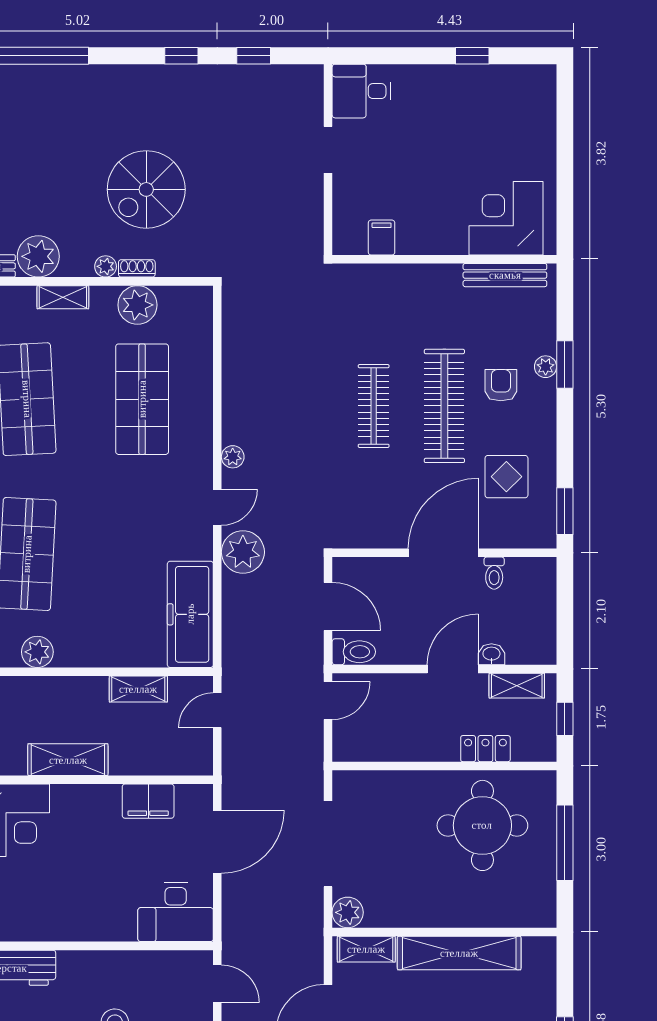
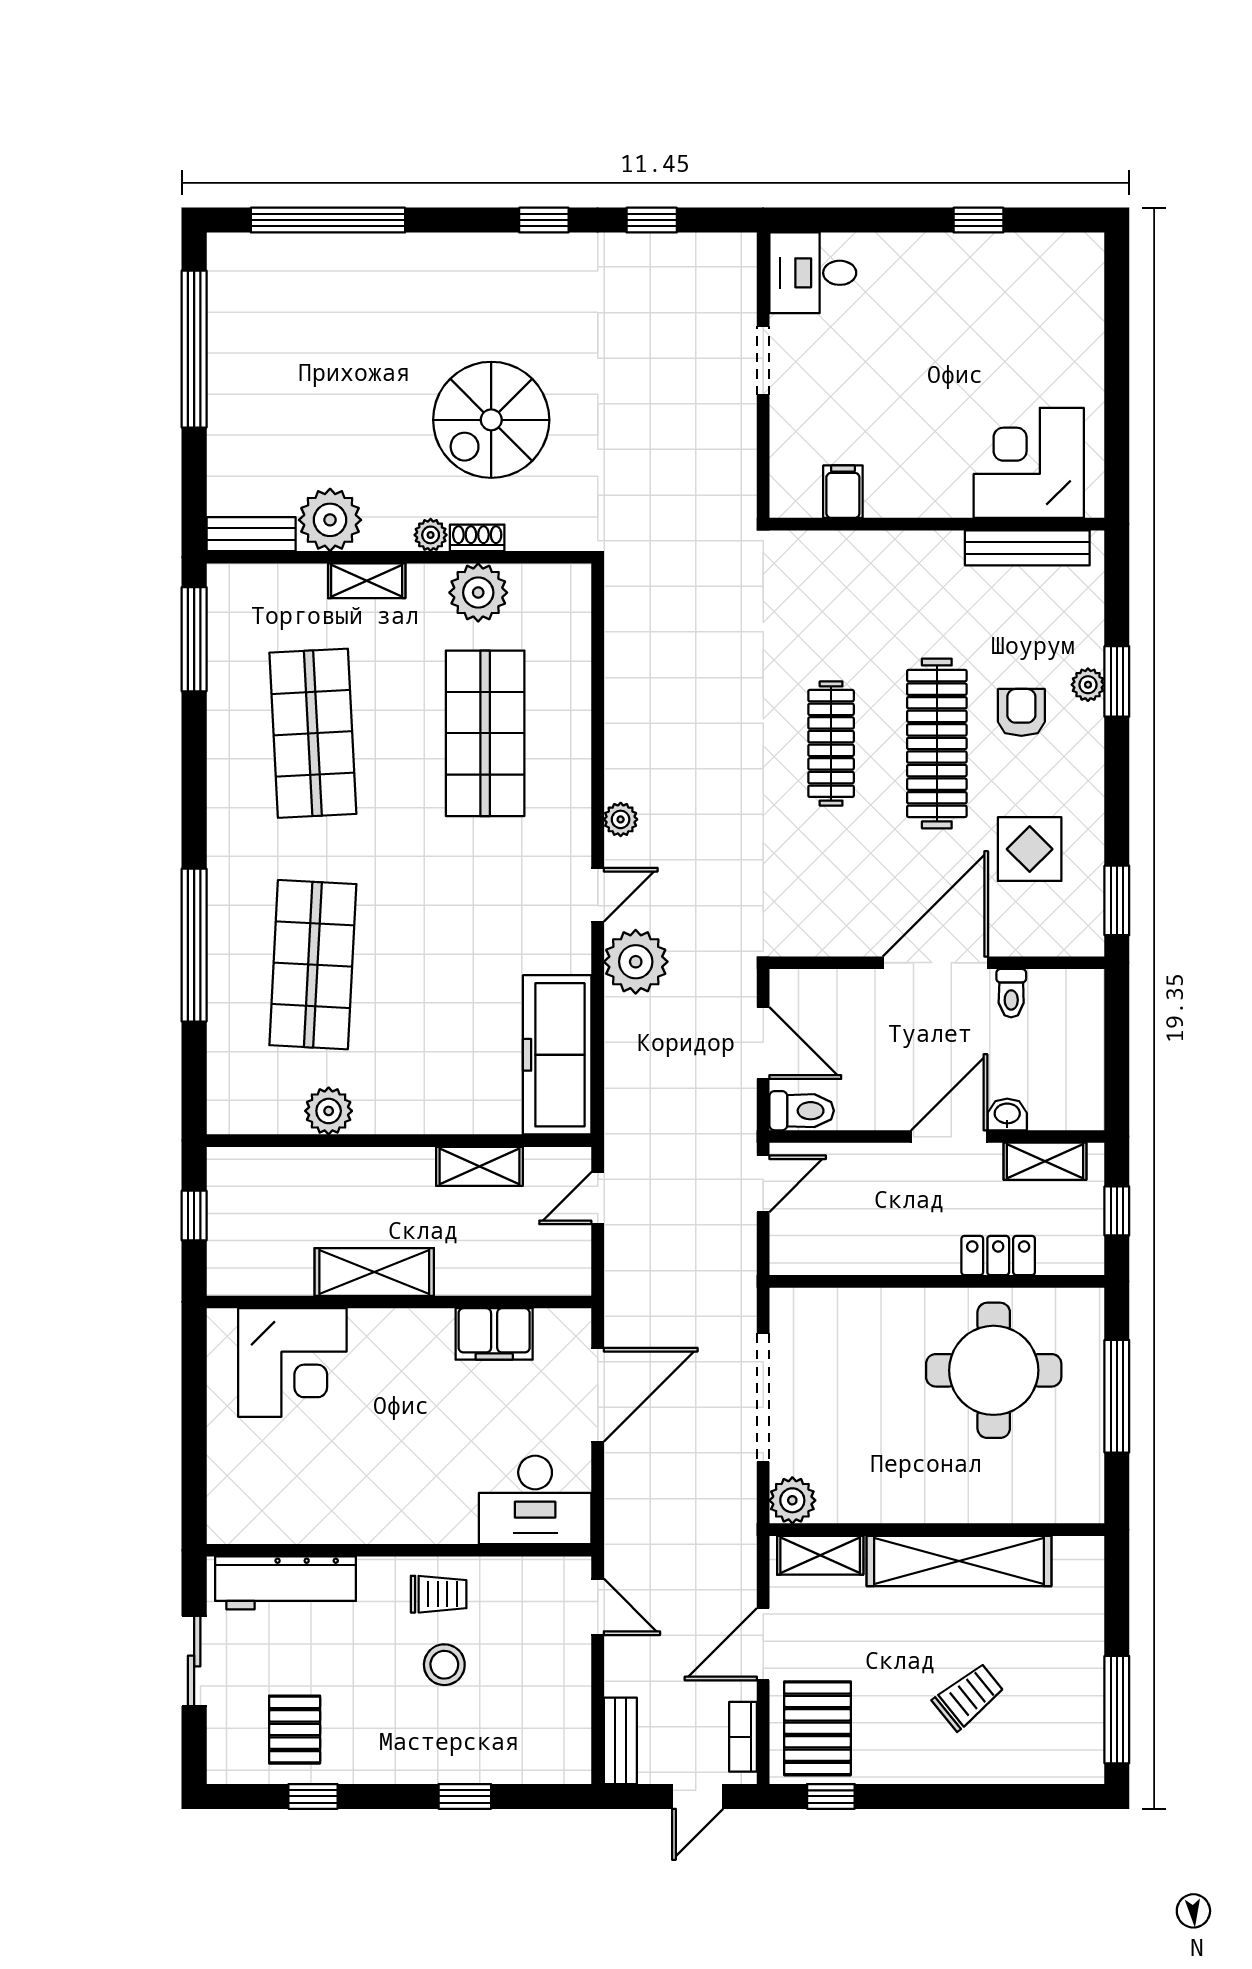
trolley: (111, 975) -> (439, 1594), added

